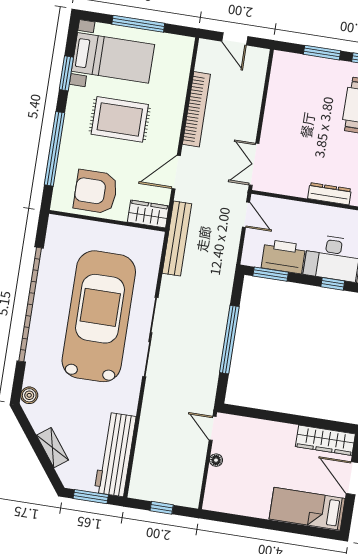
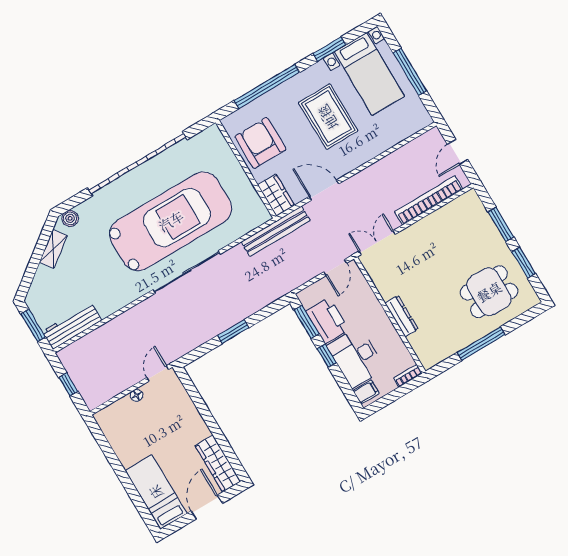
bookcase: (196, 109) -> (429, 200), moved, turned 180
window: (333, 284) -> (327, 356), moved
window: (229, 340) -> (233, 332), width x0.47
shelving: (52, 448) -> (53, 249), moved
workbench: (115, 454) -> (72, 326), width x0.73, depth x0.76

